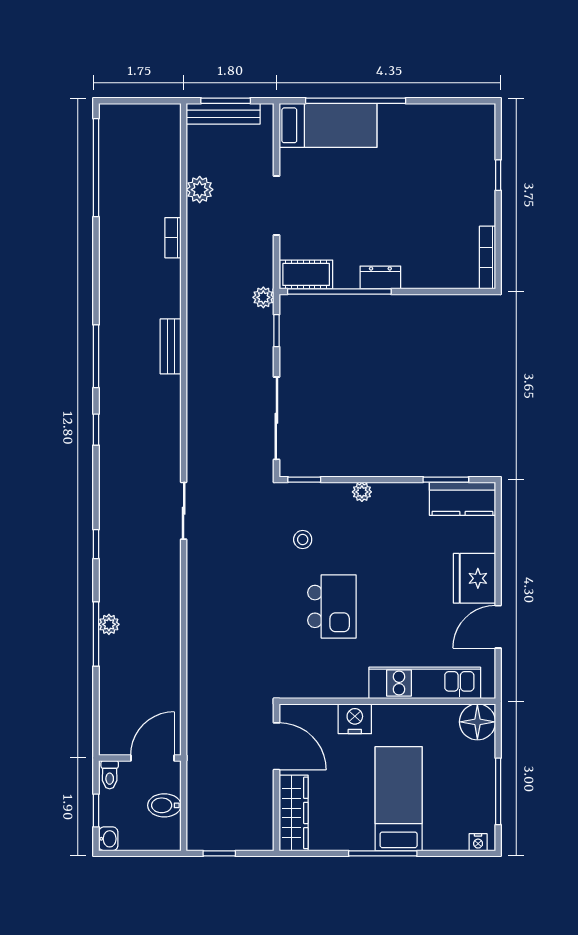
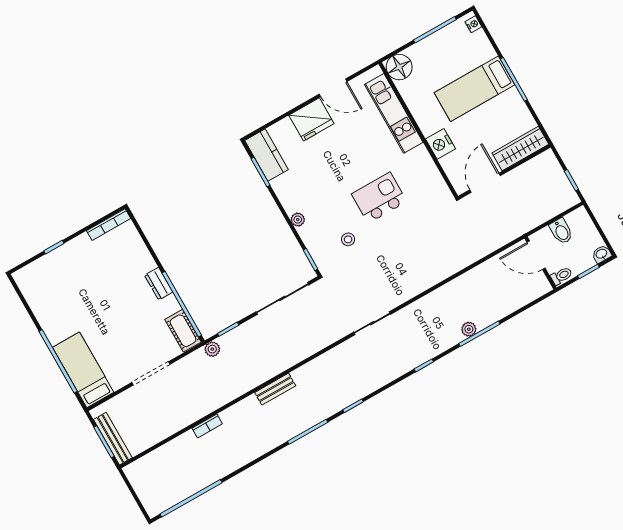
plant: (200, 190) -> (168, 426), removed

